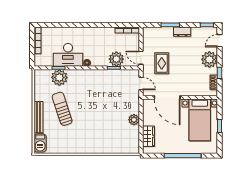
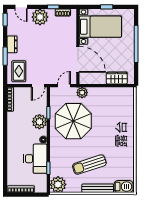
plant: (116, 59) -> (39, 122), moved
rug: (162, 63) -> (19, 71), moved, turned 90
plant: (59, 77) -> (58, 185), moved
parasol: (105, 93) -> (73, 121), added
door: (167, 97) -> (78, 59), hinge flipped
plant: (134, 120) -> (82, 93), moved

